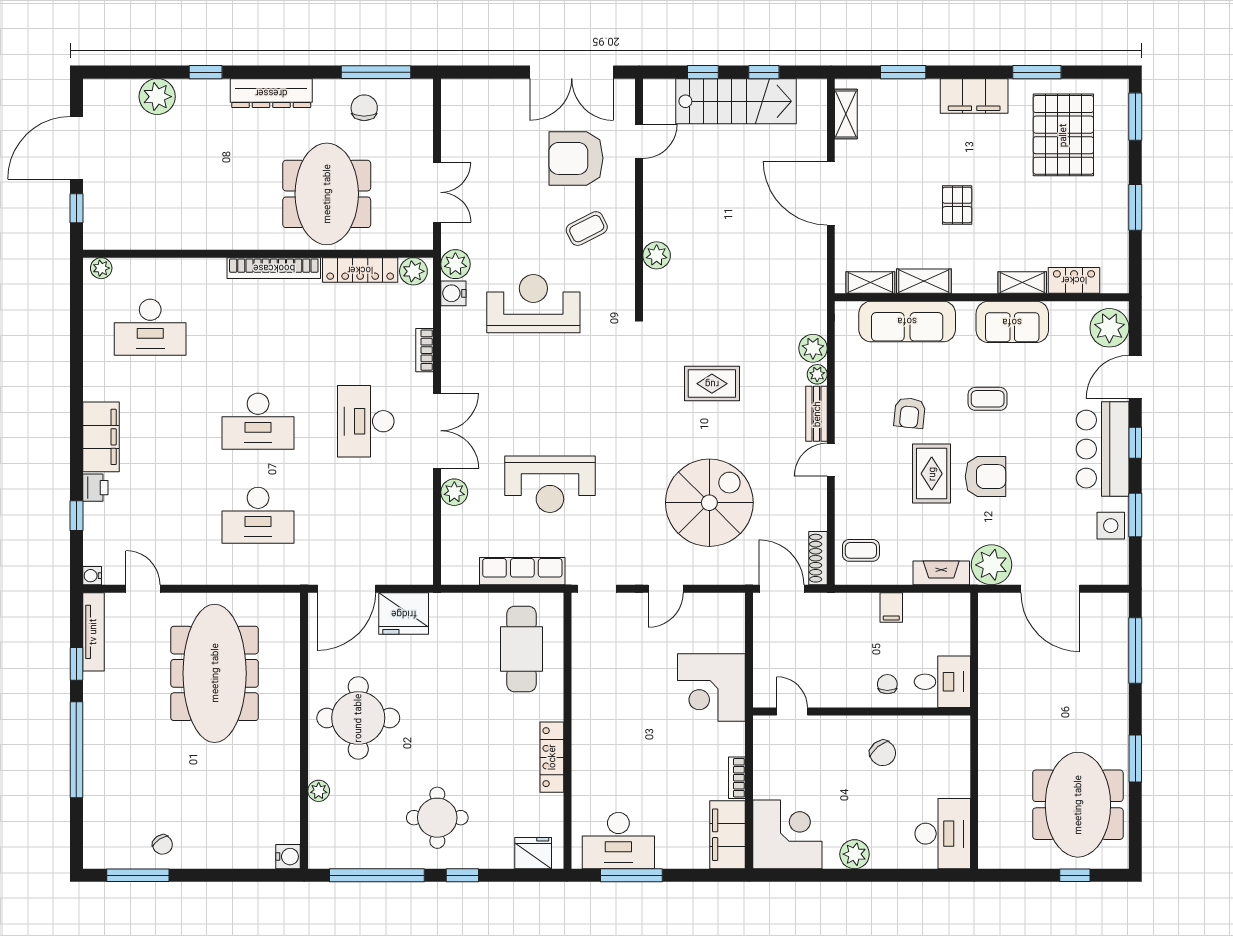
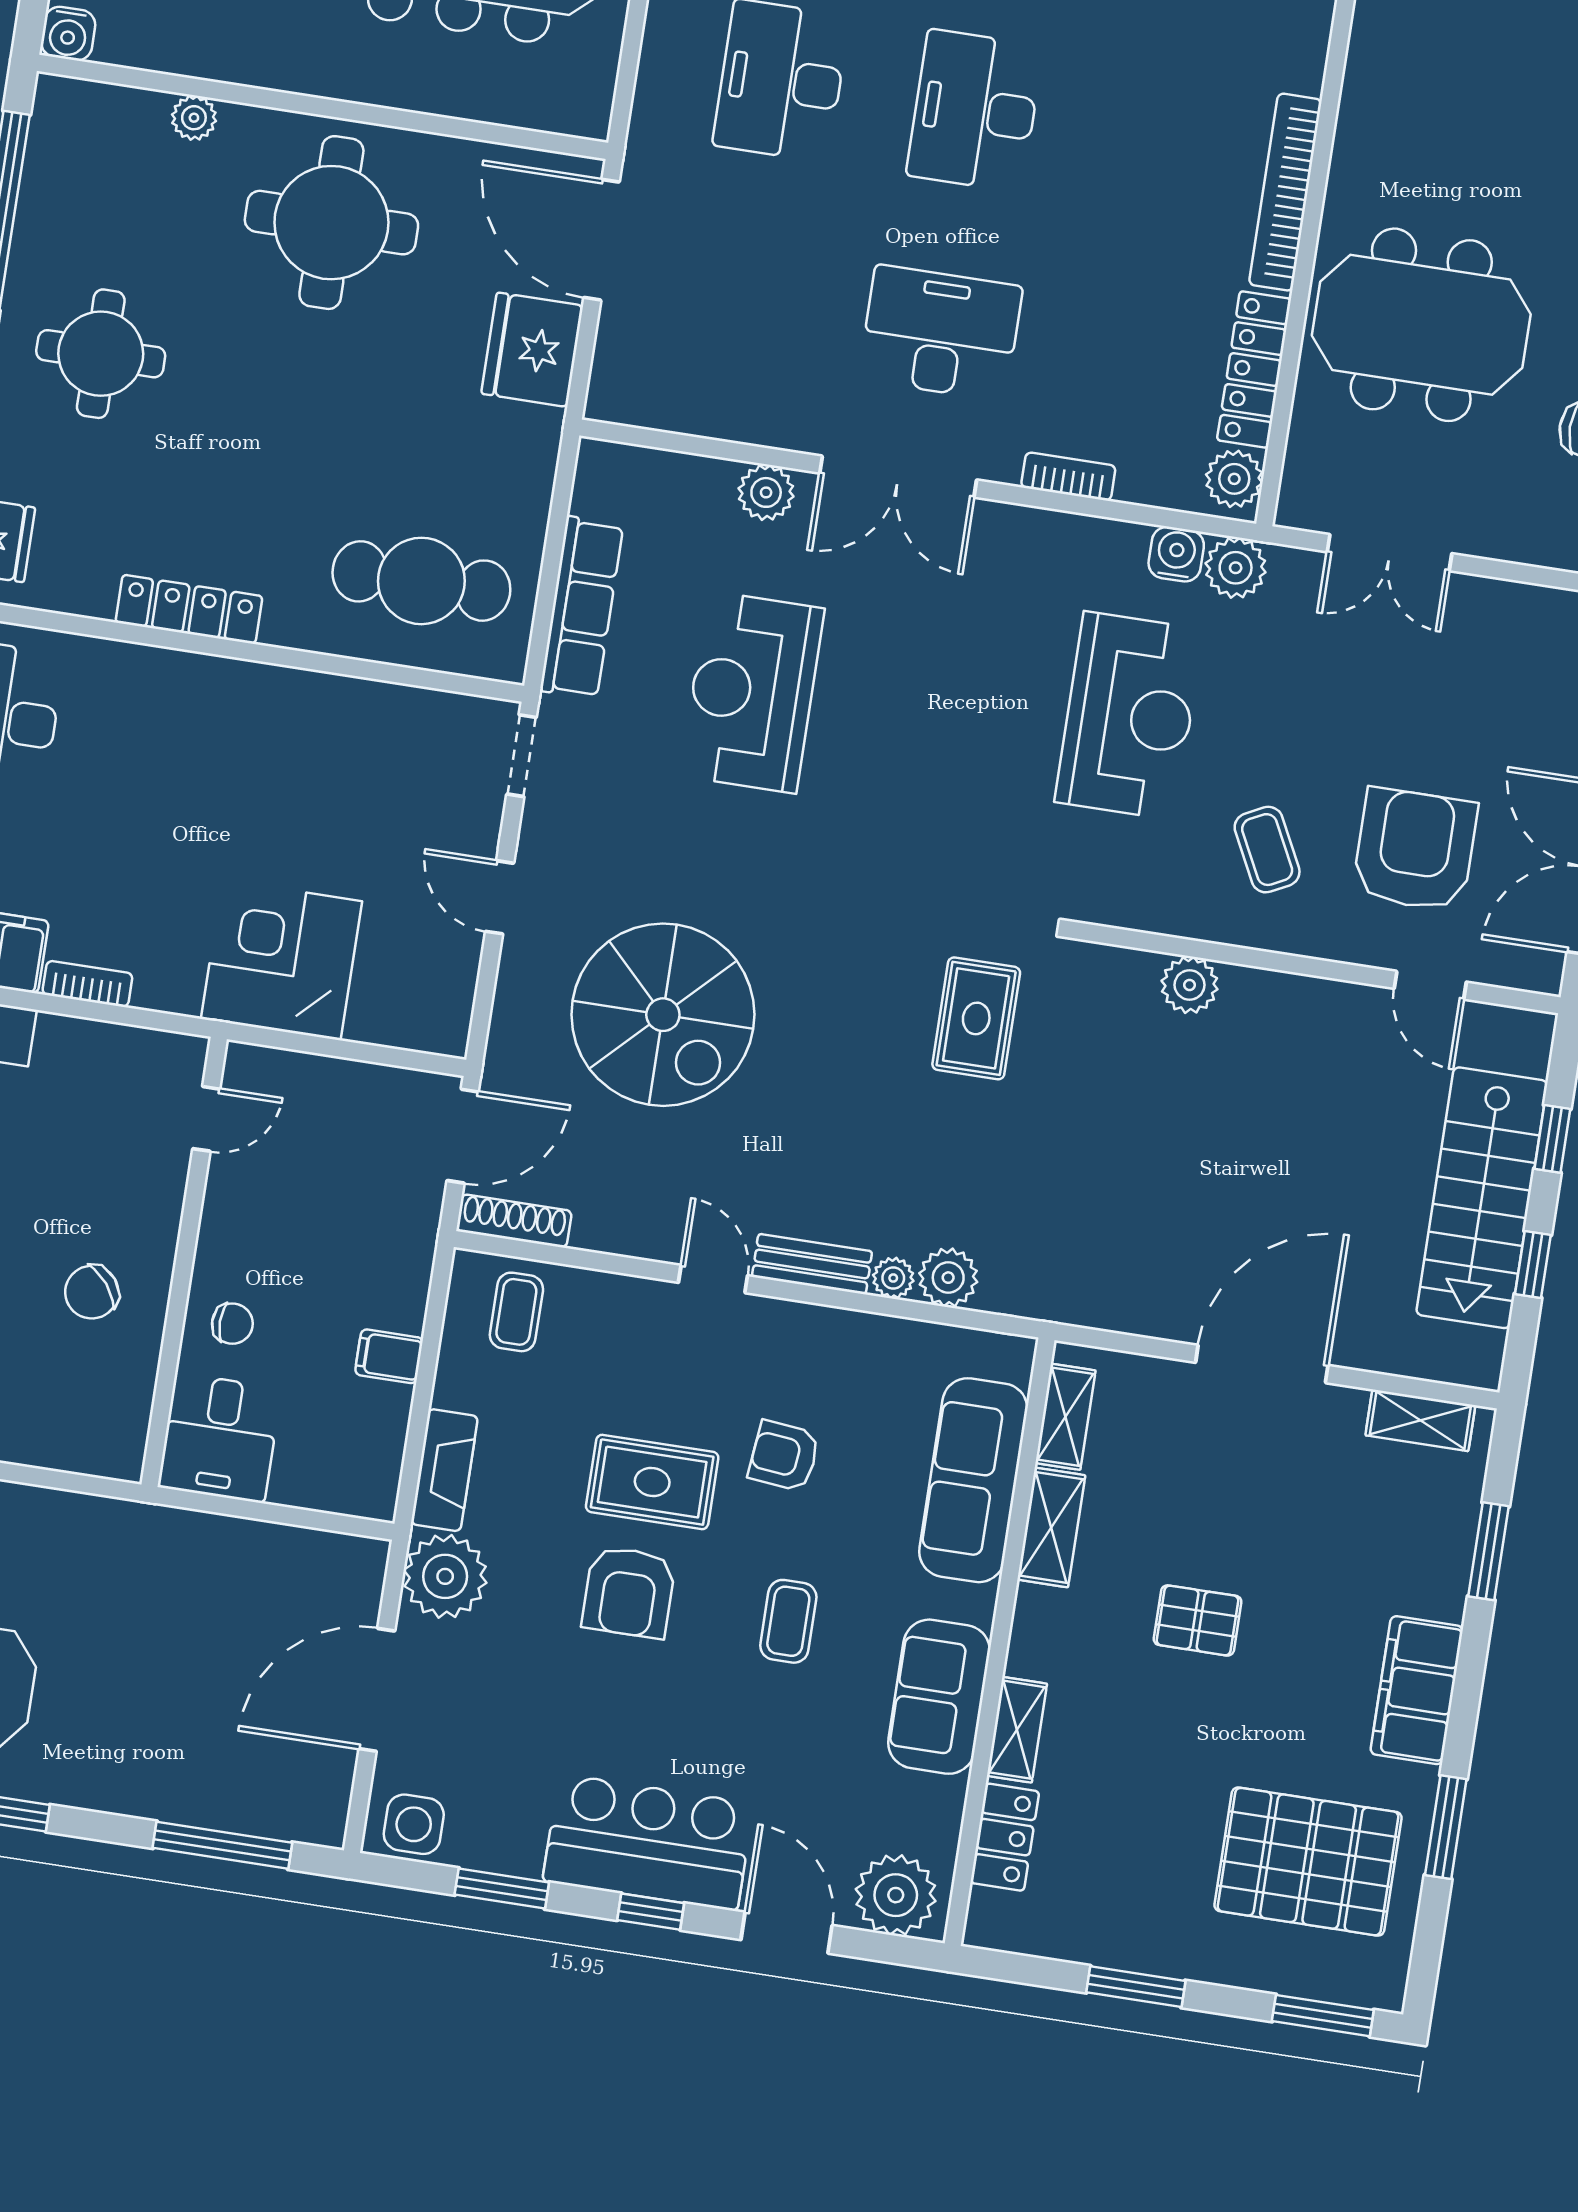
rug: (712, 384) -> (976, 1018), moved
side table: (1111, 526) -> (414, 1824), moved

